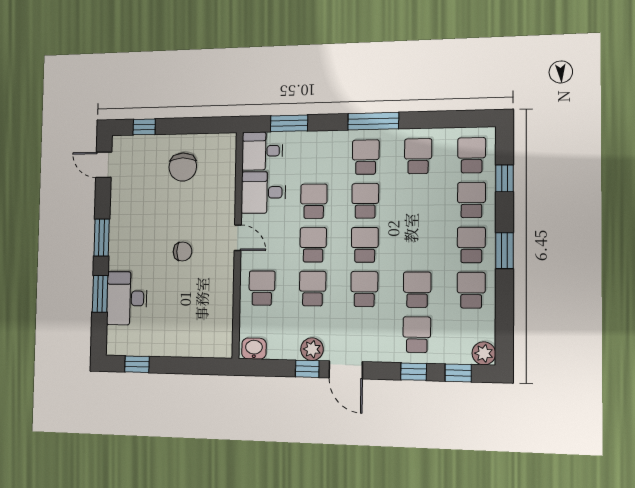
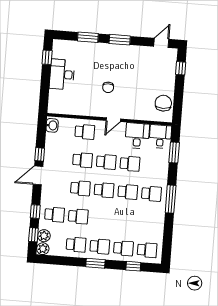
school desk: (418, 156) -> (149, 222), removed
chair: (183, 167) -> (163, 103), moved, turned 90
desk: (127, 298) -> (62, 74), moved, turned -90
plant: (312, 349) -> (44, 236), moved

